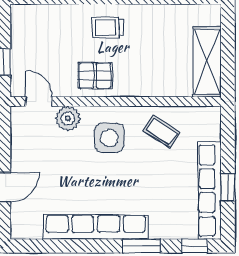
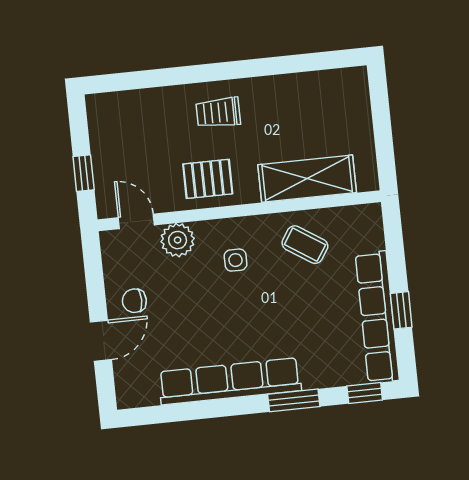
shelving: (207, 62) -> (307, 179), moved, turned 90
side table: (109, 138) -> (236, 260), width x0.54, depth x0.54
chair: (31, 160) -> (134, 301), added

